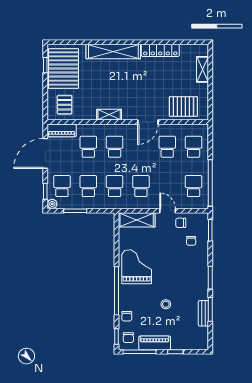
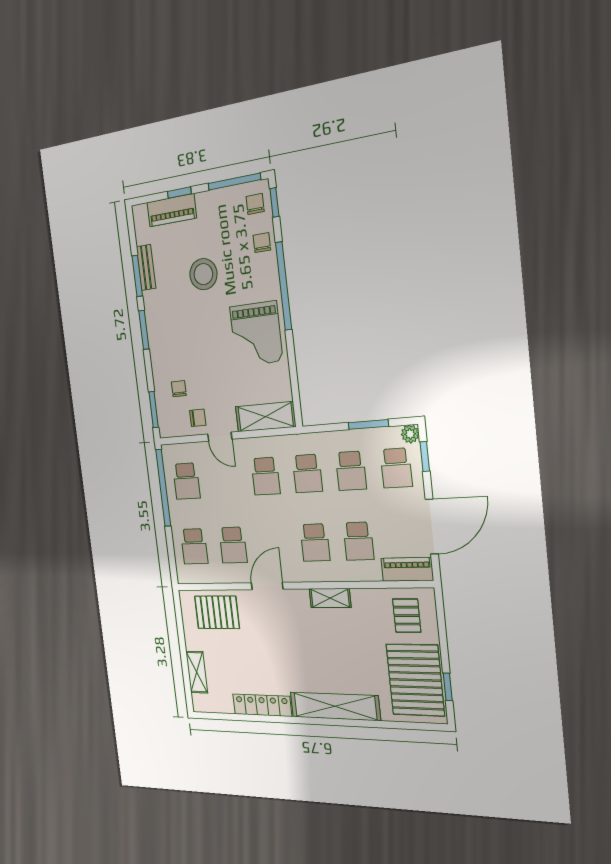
stool: (166, 304) -> (203, 274), width x1.89, depth x1.89
piano: (155, 343) -> (172, 210), moved

